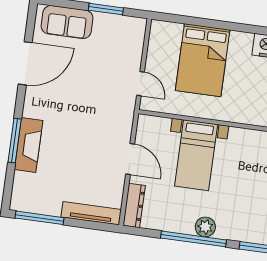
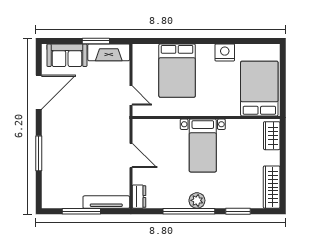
fireplace: (29, 145) -> (109, 52), moved, turned 90
bed with nightstands: (196, 155) -> (203, 145), moved
dresser: (134, 205) -> (139, 197), width x0.70
window: (39, 218) -> (81, 211), moved

